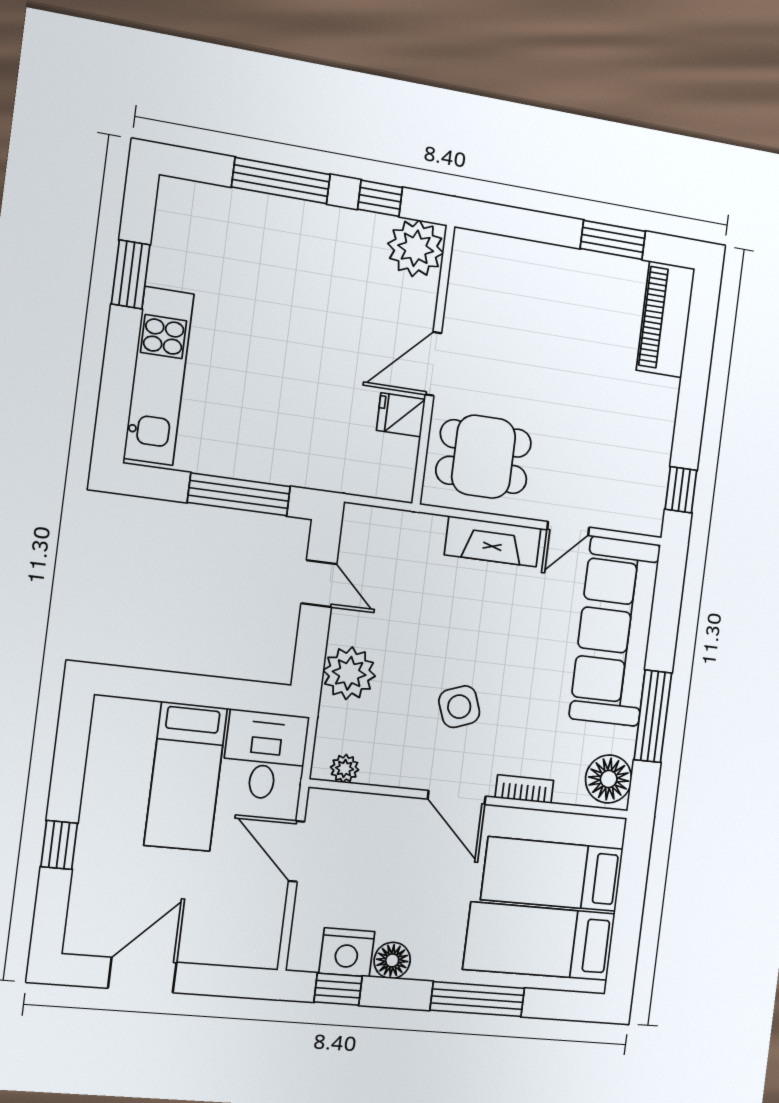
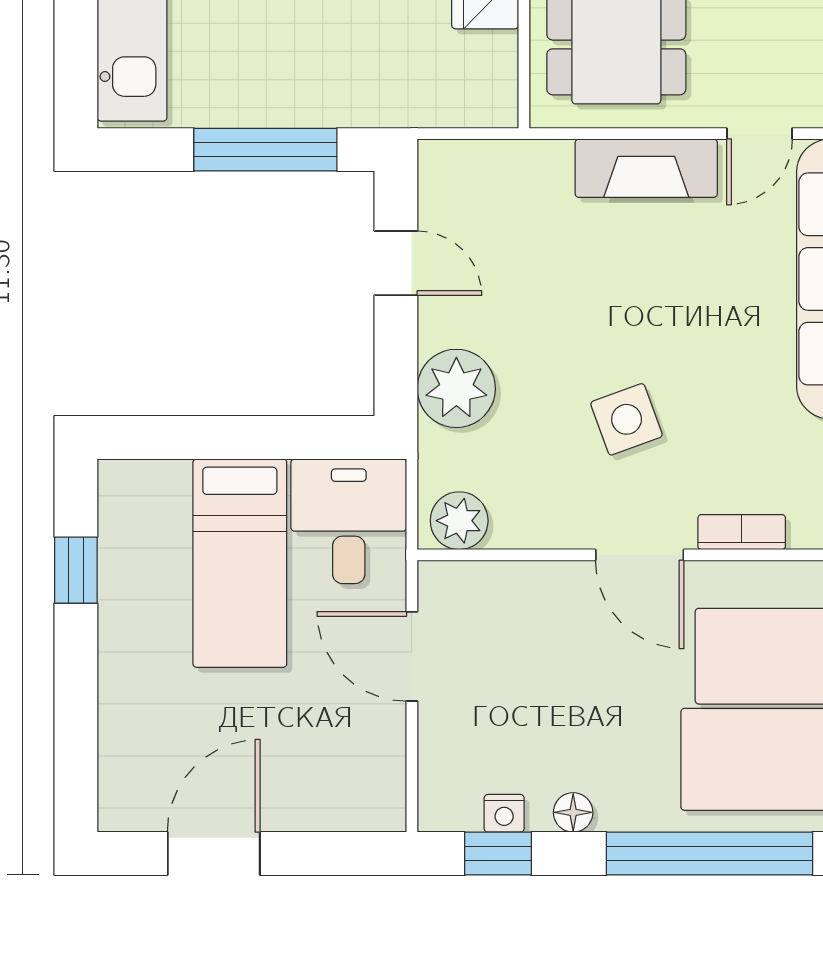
plant: (345, 768) -> (459, 521), width x1.38, depth x1.38
window: (59, 845) -> (76, 570), moved
nightstand: (347, 952) -> (504, 813), width x0.53, depth x0.56
floor lamp: (392, 960) -> (573, 812), width x0.73, depth x0.73
window: (477, 999) -> (710, 854), width x1.46

